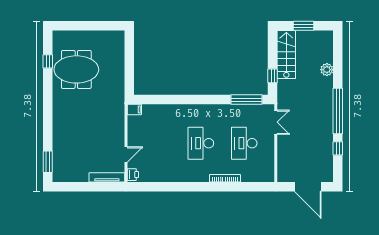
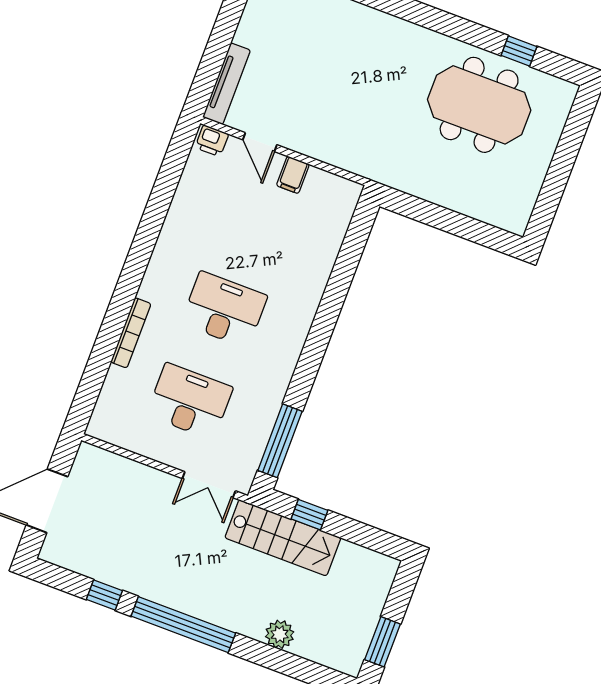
window: (303, 26) -> (382, 642), moved
stairs: (286, 55) -> (283, 538), moved
meeting table: (76, 69) -> (479, 105), turned 90
filing cabinet: (134, 109) -> (293, 175), moved

